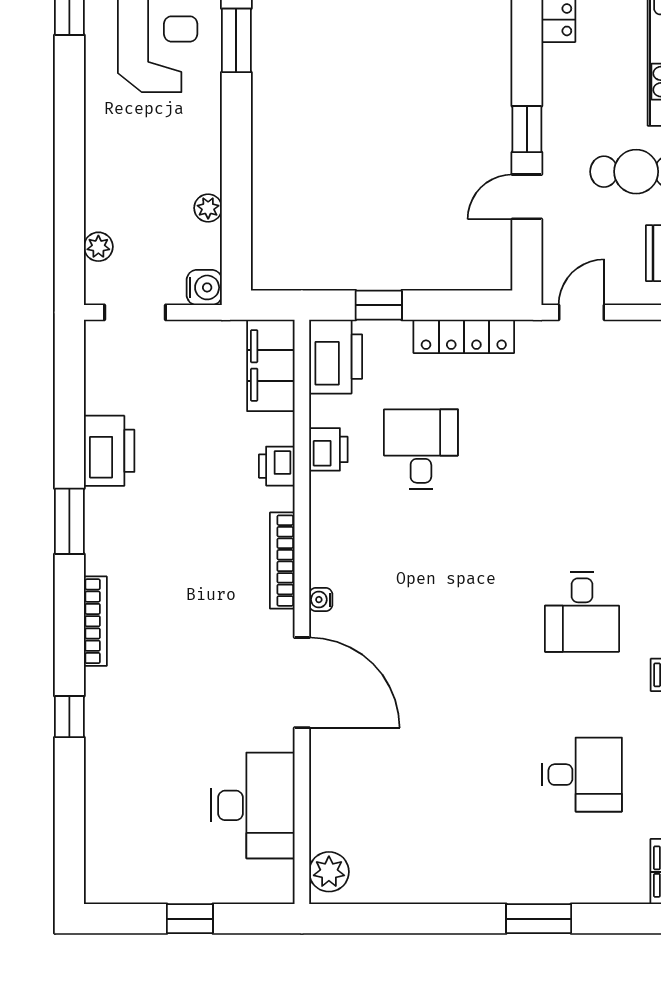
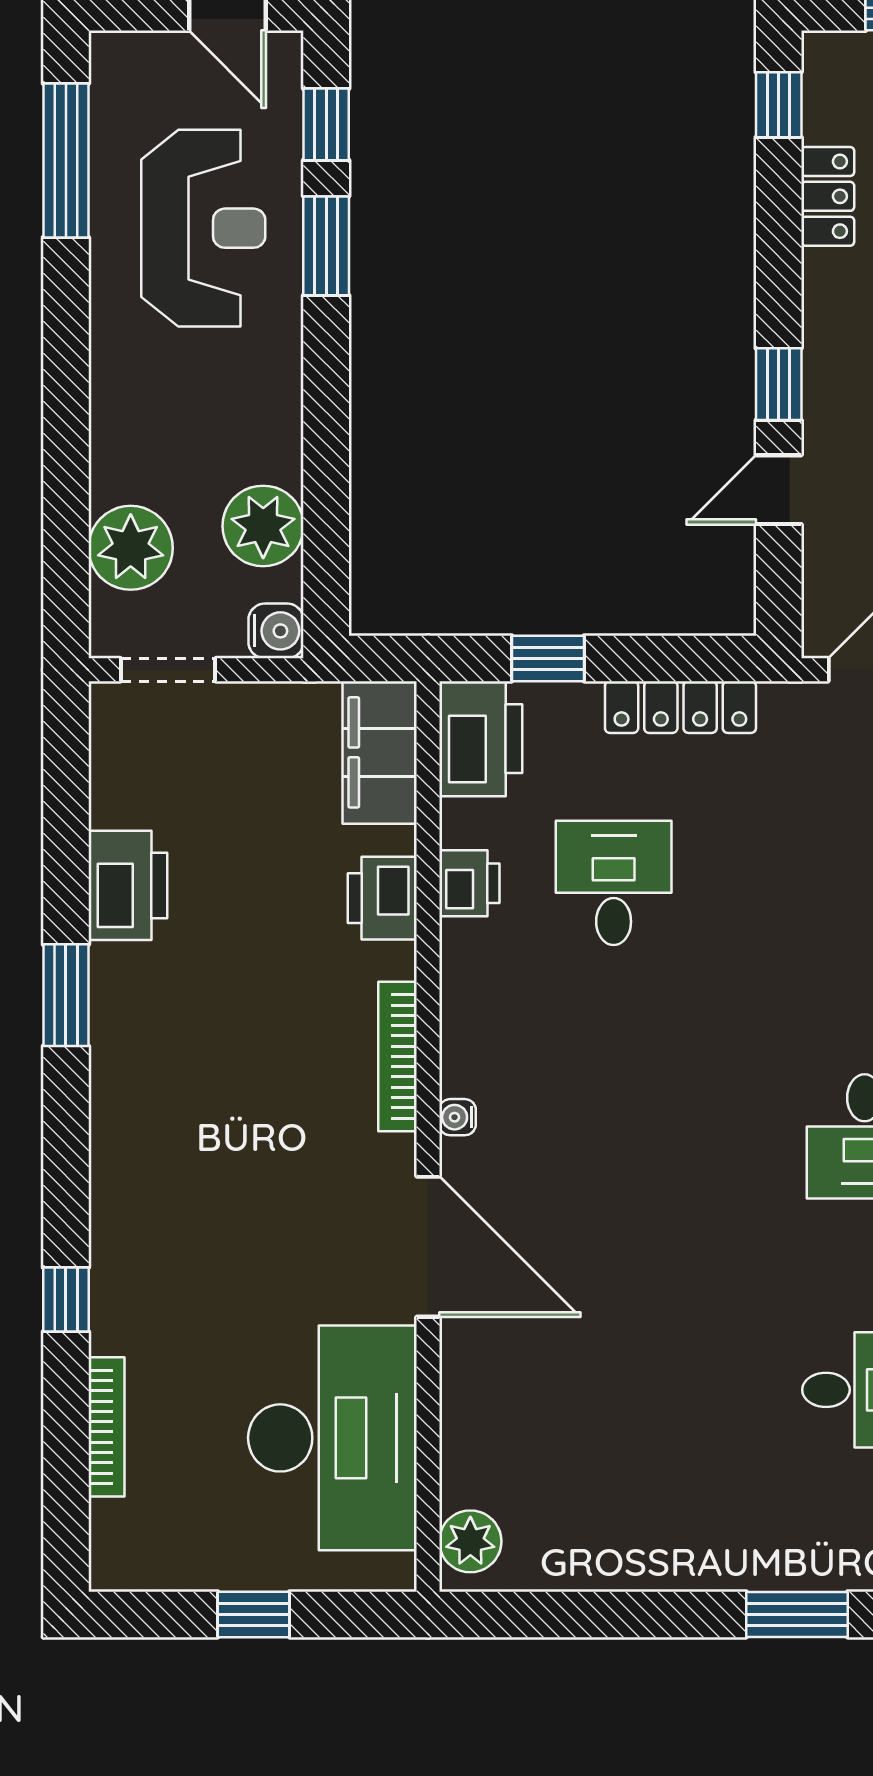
plant: (208, 208) -> (263, 526), width x1.87, depth x1.87
plant: (98, 247) -> (131, 548), width x1.88, depth x1.88
printer: (277, 466) -> (382, 898), width x1.36, depth x1.24
bookcase: (95, 621) -> (106, 1427), moved
desk: (253, 805) -> (332, 1438), width x1.36, depth x1.30

